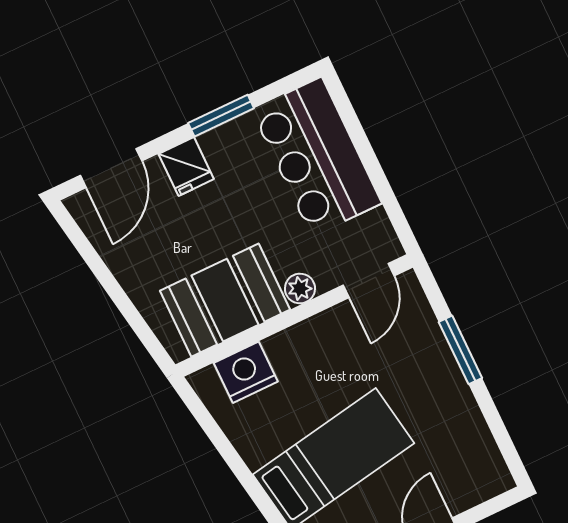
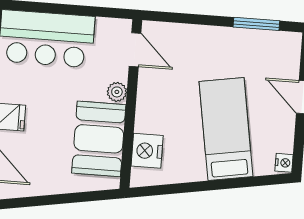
window: (460, 350) -> (256, 24), moved

